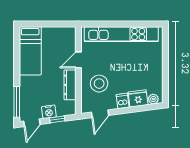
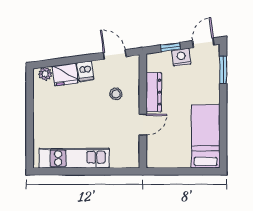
kitchen unit: (121, 34) -> (74, 158), width x0.73
stool: (99, 84) -> (116, 94), width x0.53, depth x0.53
window: (17, 102) -> (223, 70), width x0.69
door: (100, 114) -> (115, 55), hinge flipped

